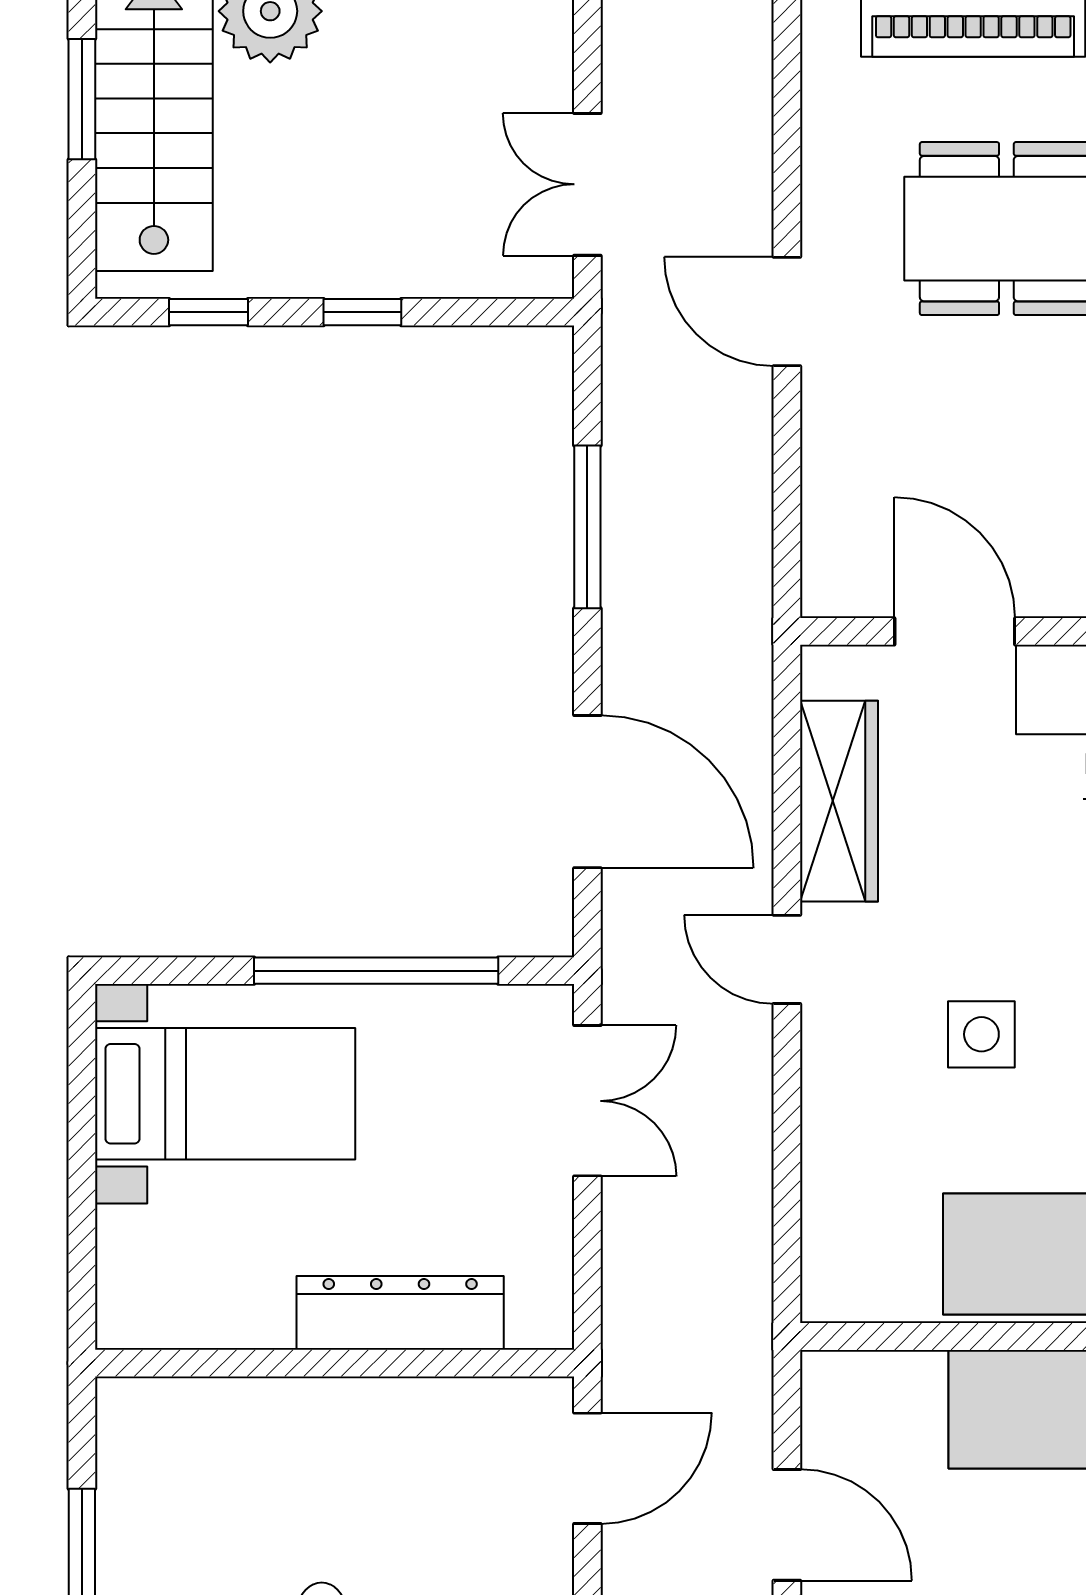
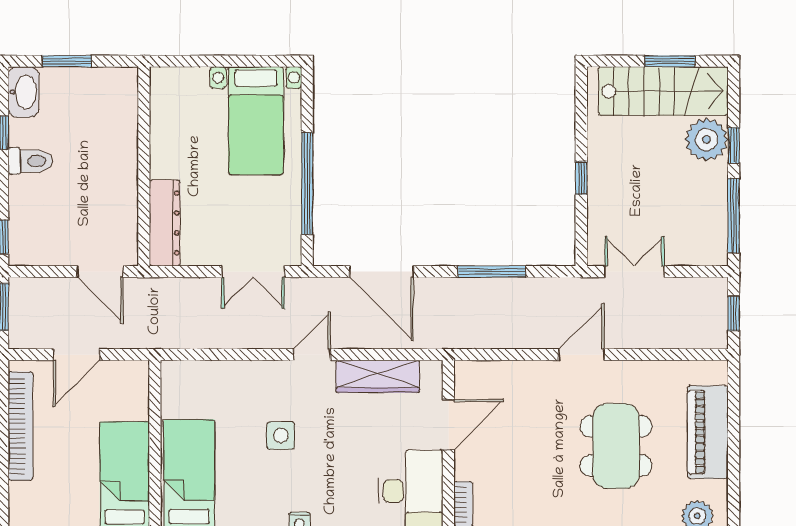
window: (208, 312) -> (581, 114), removed
door: (587, 792) -> (382, 272), hinge flipped
dresser: (400, 1313) -> (165, 223), moved

